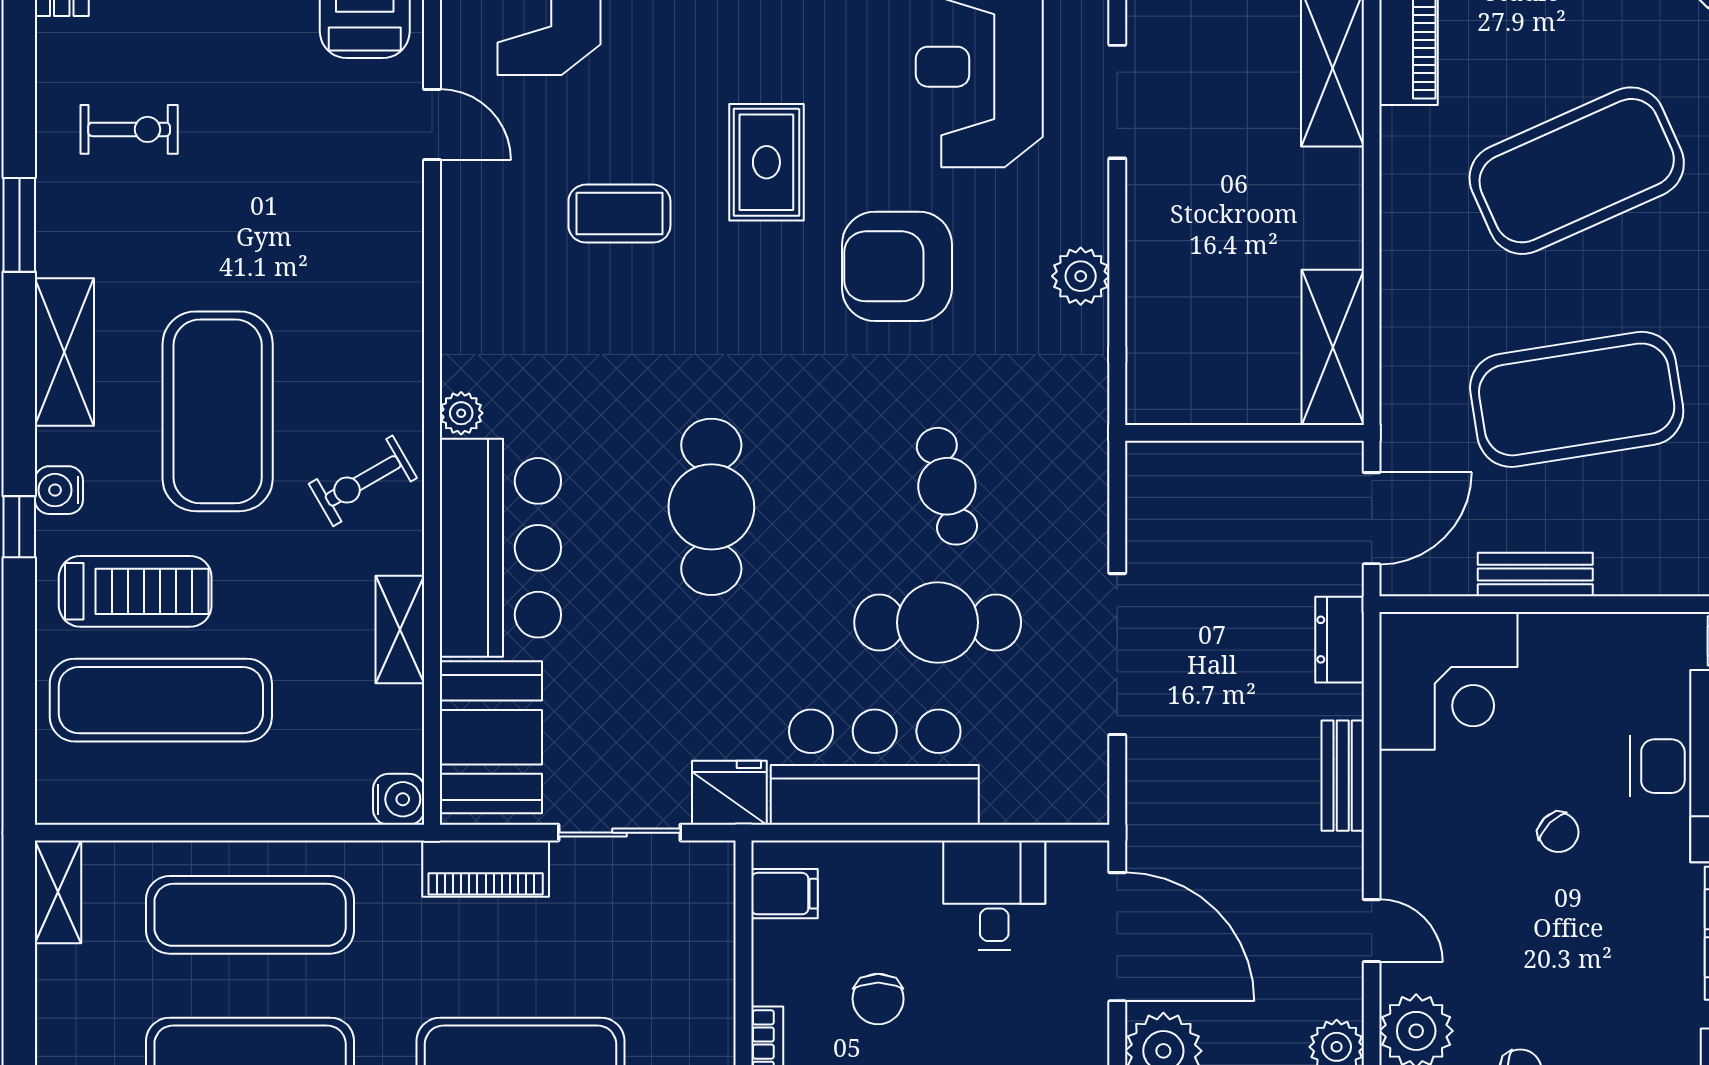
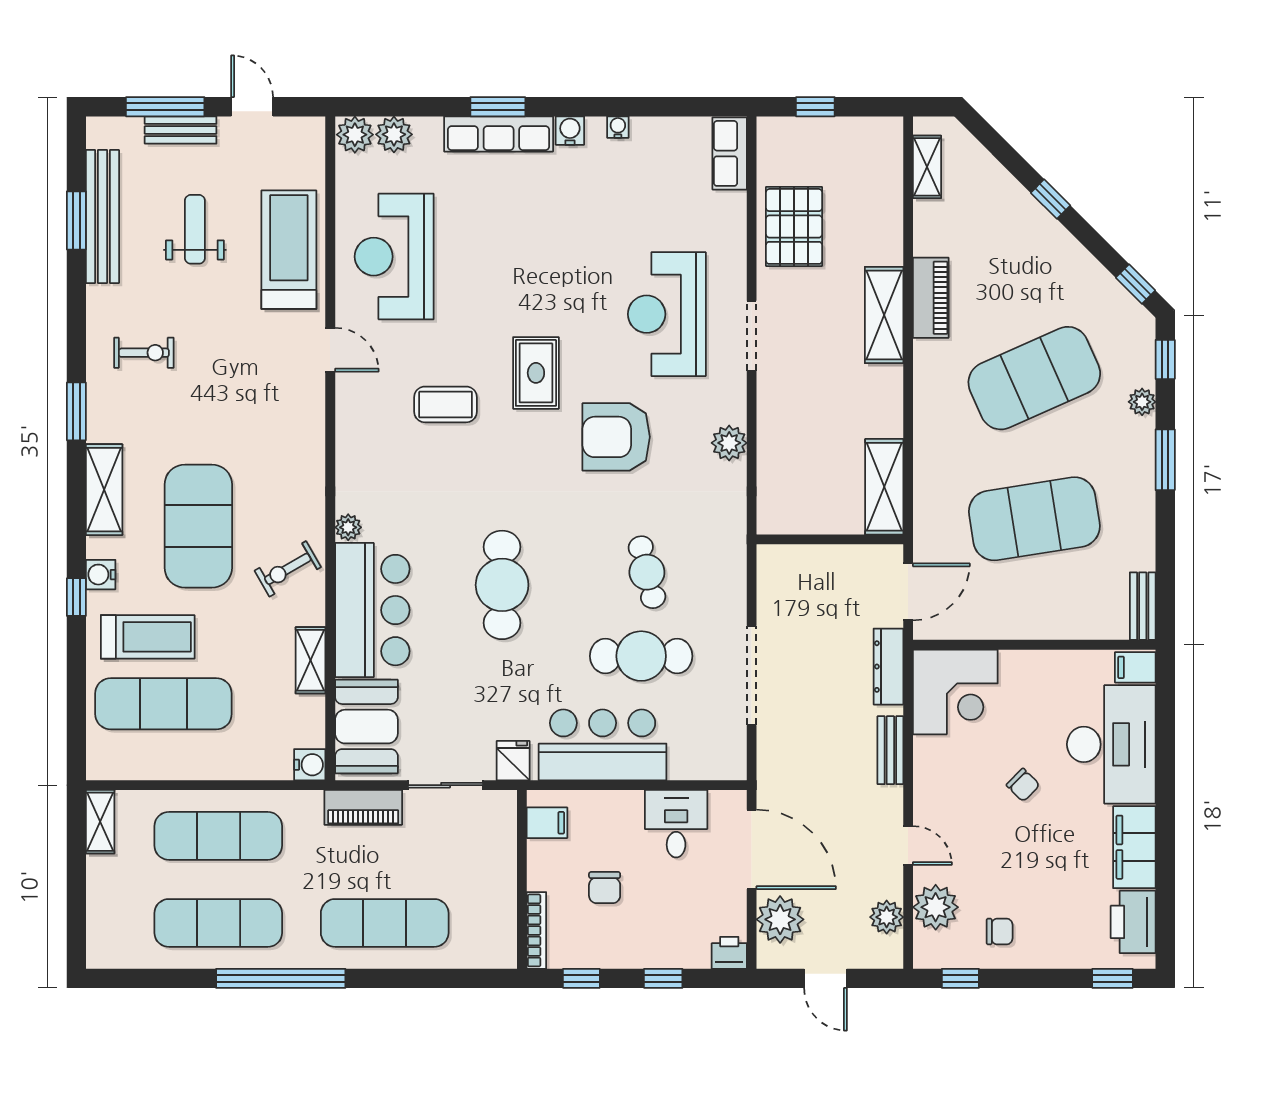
bench: (1535, 574) -> (1009, 626), removed
dresser: (1340, 640) -> (888, 667), width x1.44
fridge: (729, 793) -> (513, 761), width x0.72

